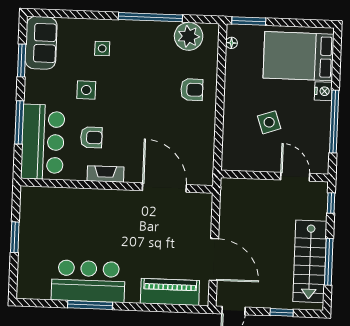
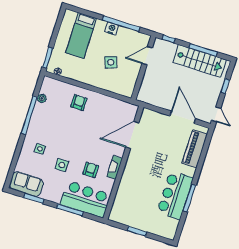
plant: (189, 36) -> (42, 98), width x0.53, depth x0.53
bed: (299, 56) -> (81, 35), width x0.67
nightstand: (323, 91) -> (112, 29), moved
door: (214, 260) -> (183, 117), hinge flipped

